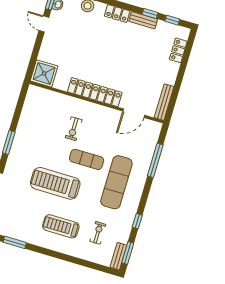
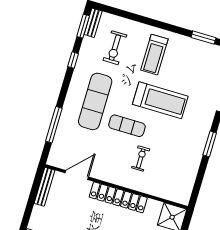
treadmill: (61, 226) -> (154, 55), turned 90
exercise bike: (98, 233) -> (115, 48), width x1.38, depth x1.39

